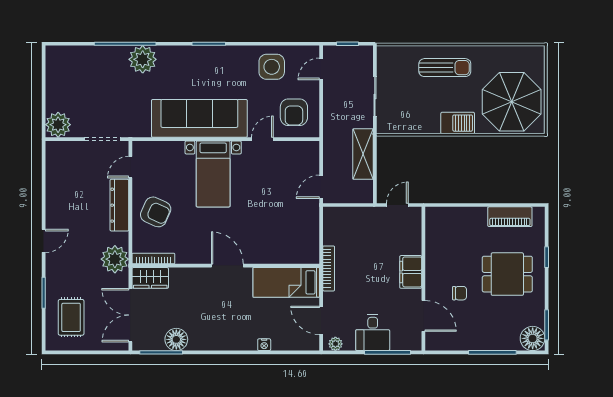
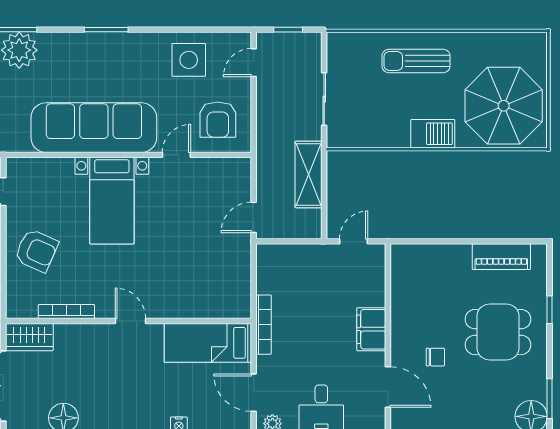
sun lounger: (445, 68) -> (416, 61), turned 180
bookcase: (153, 259) -> (66, 312), moved
door: (227, 266) -> (130, 321), width x0.73

